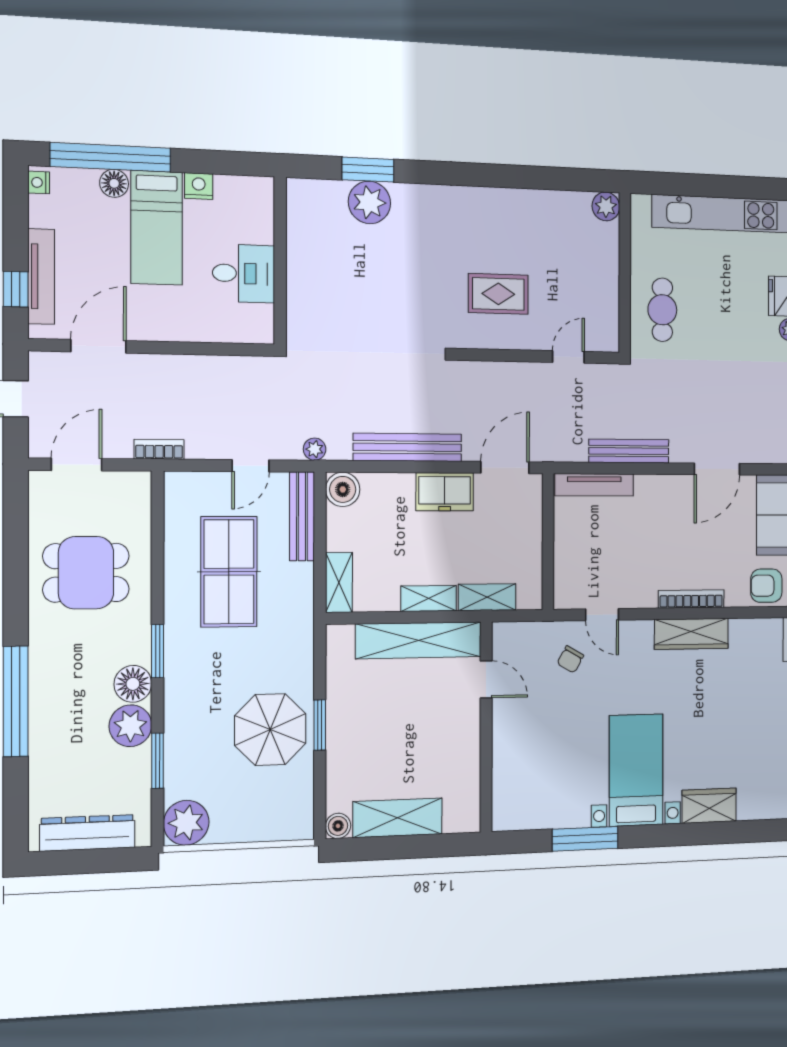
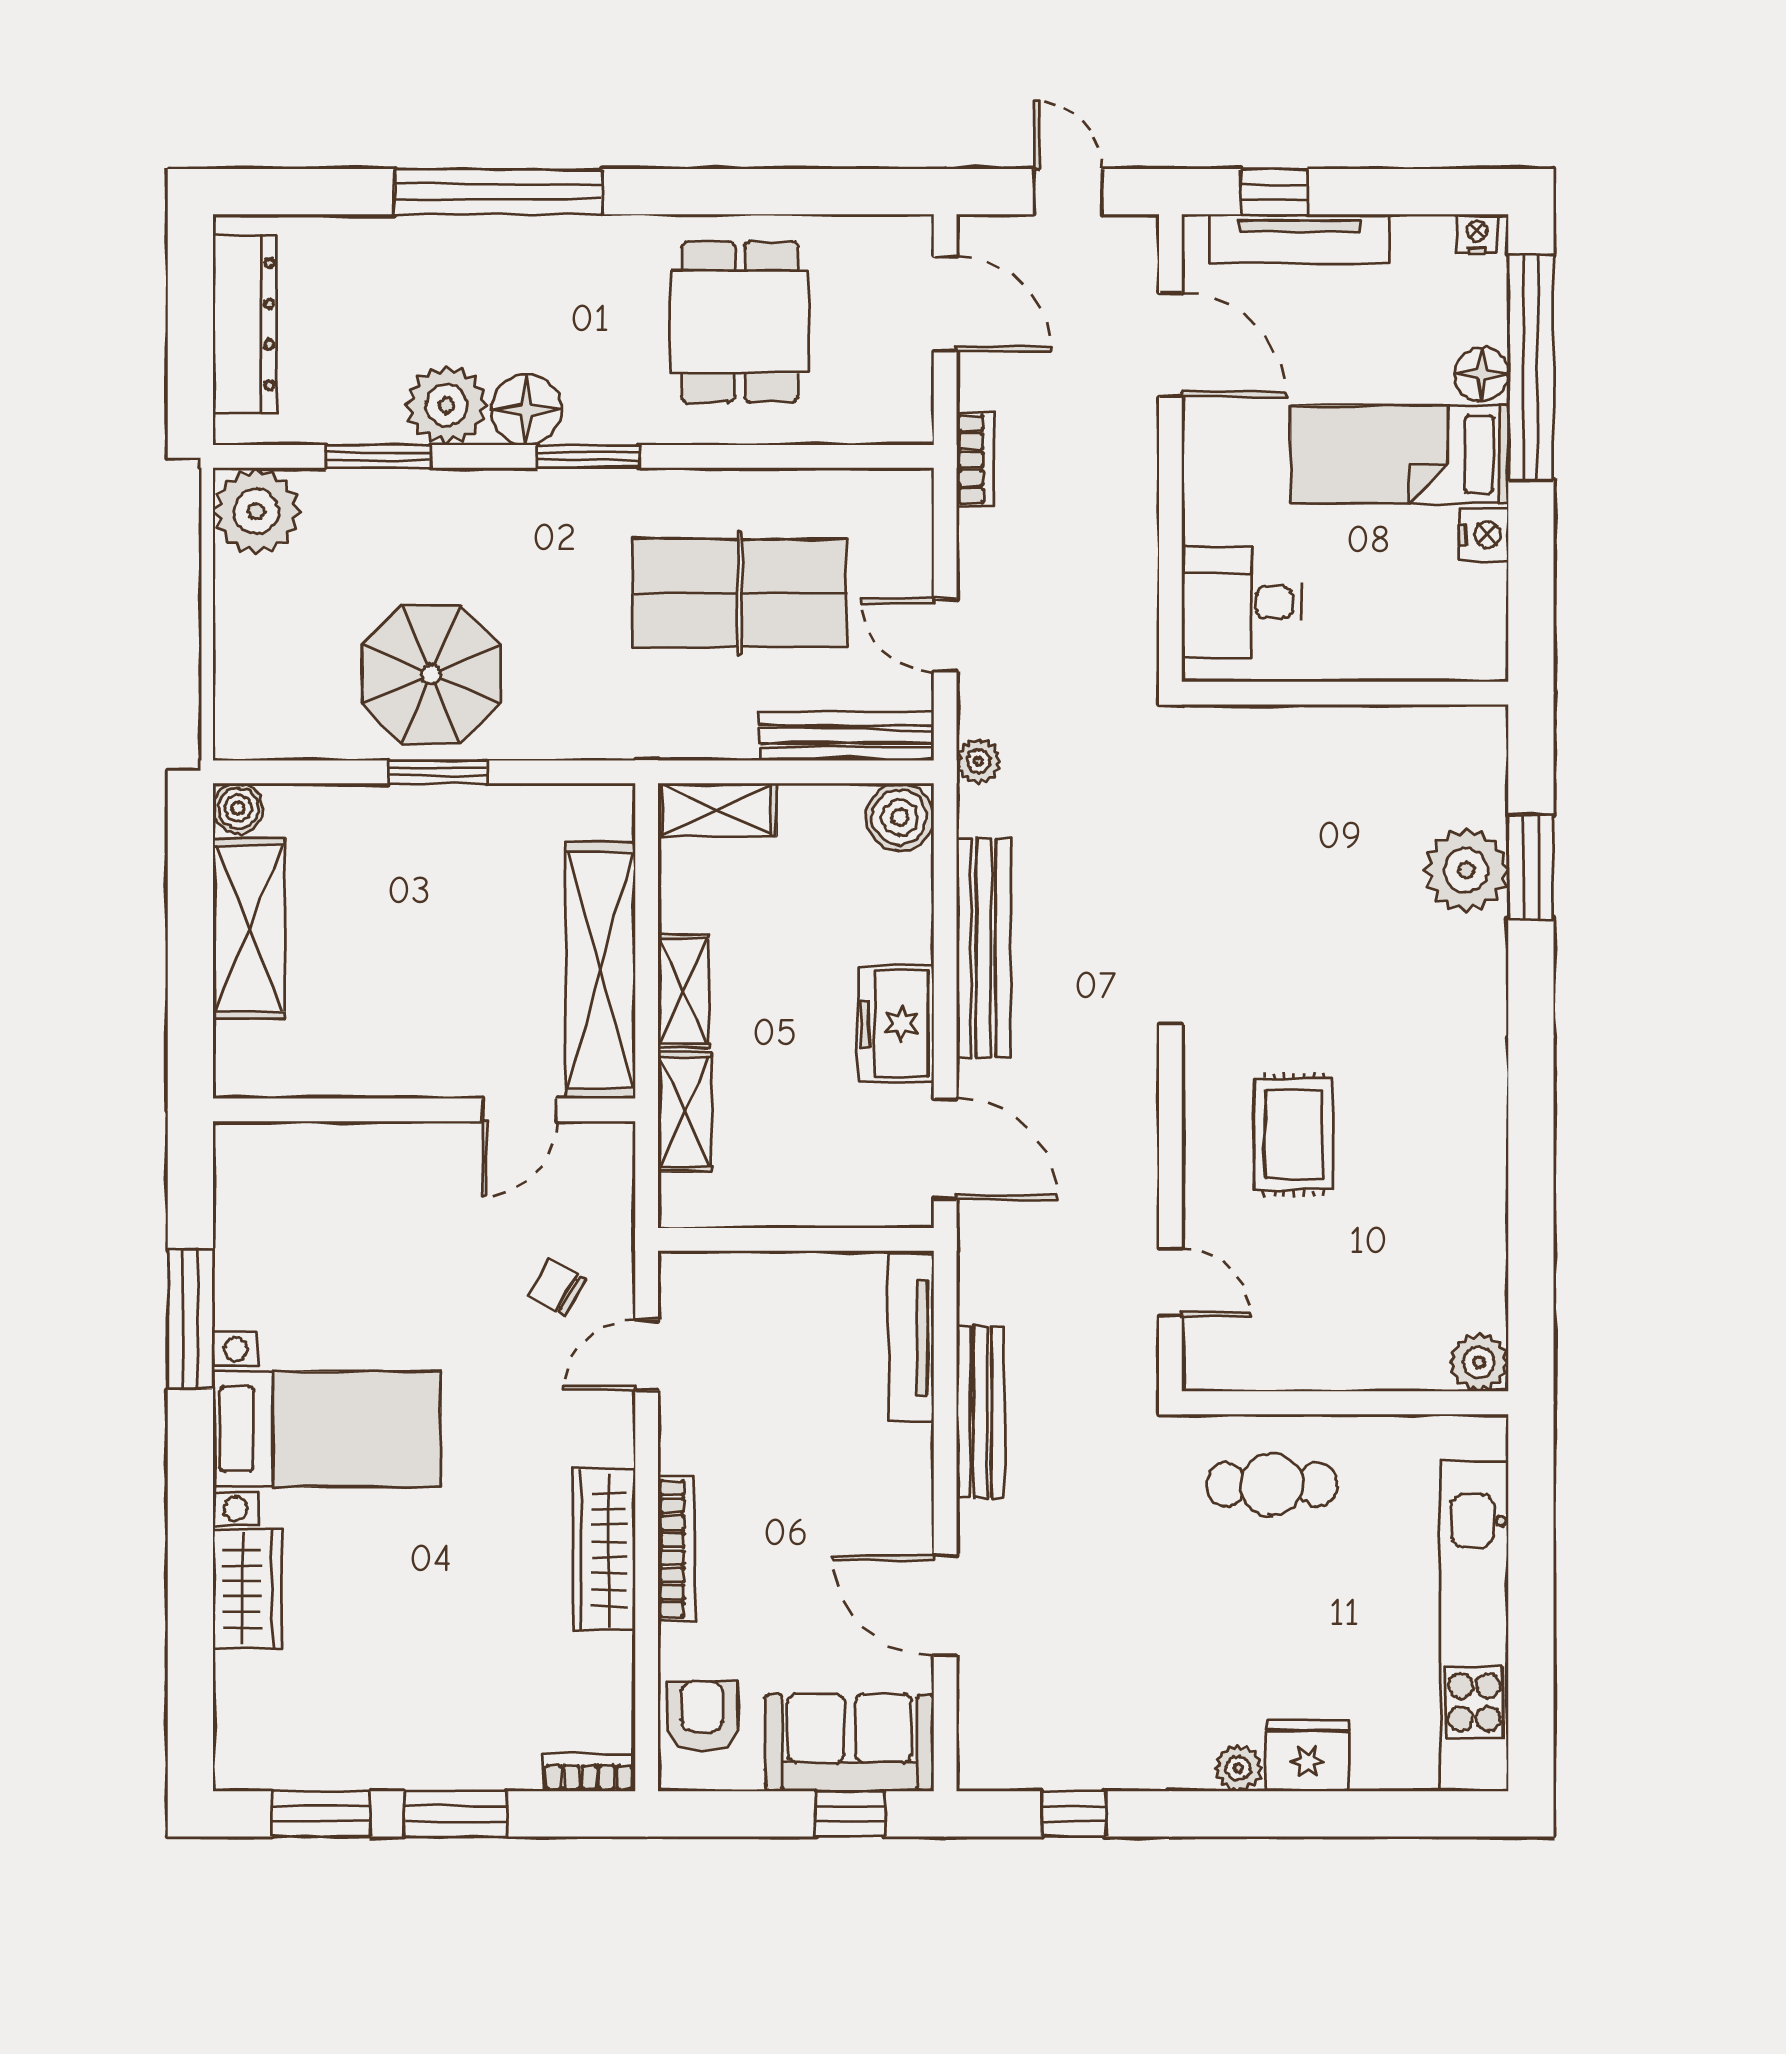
desk: (244, 273) -> (1242, 602), moved, turned 90

